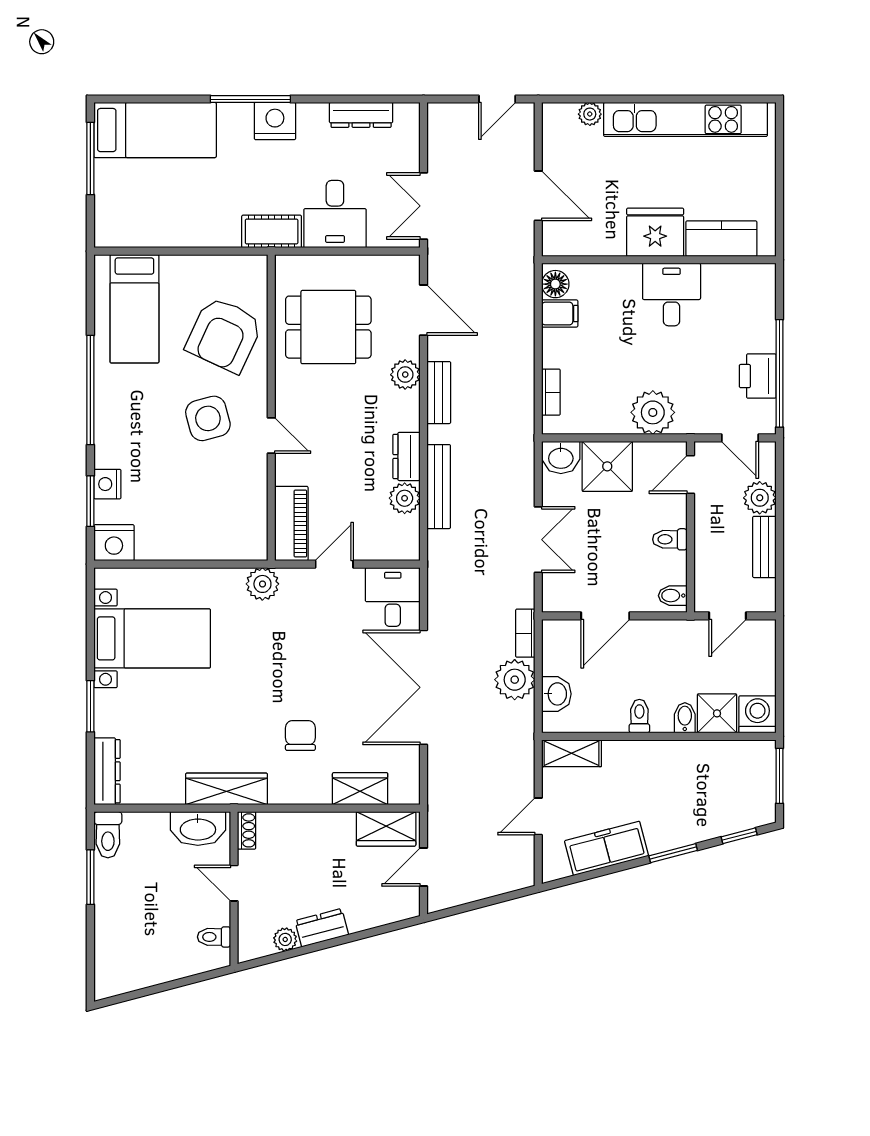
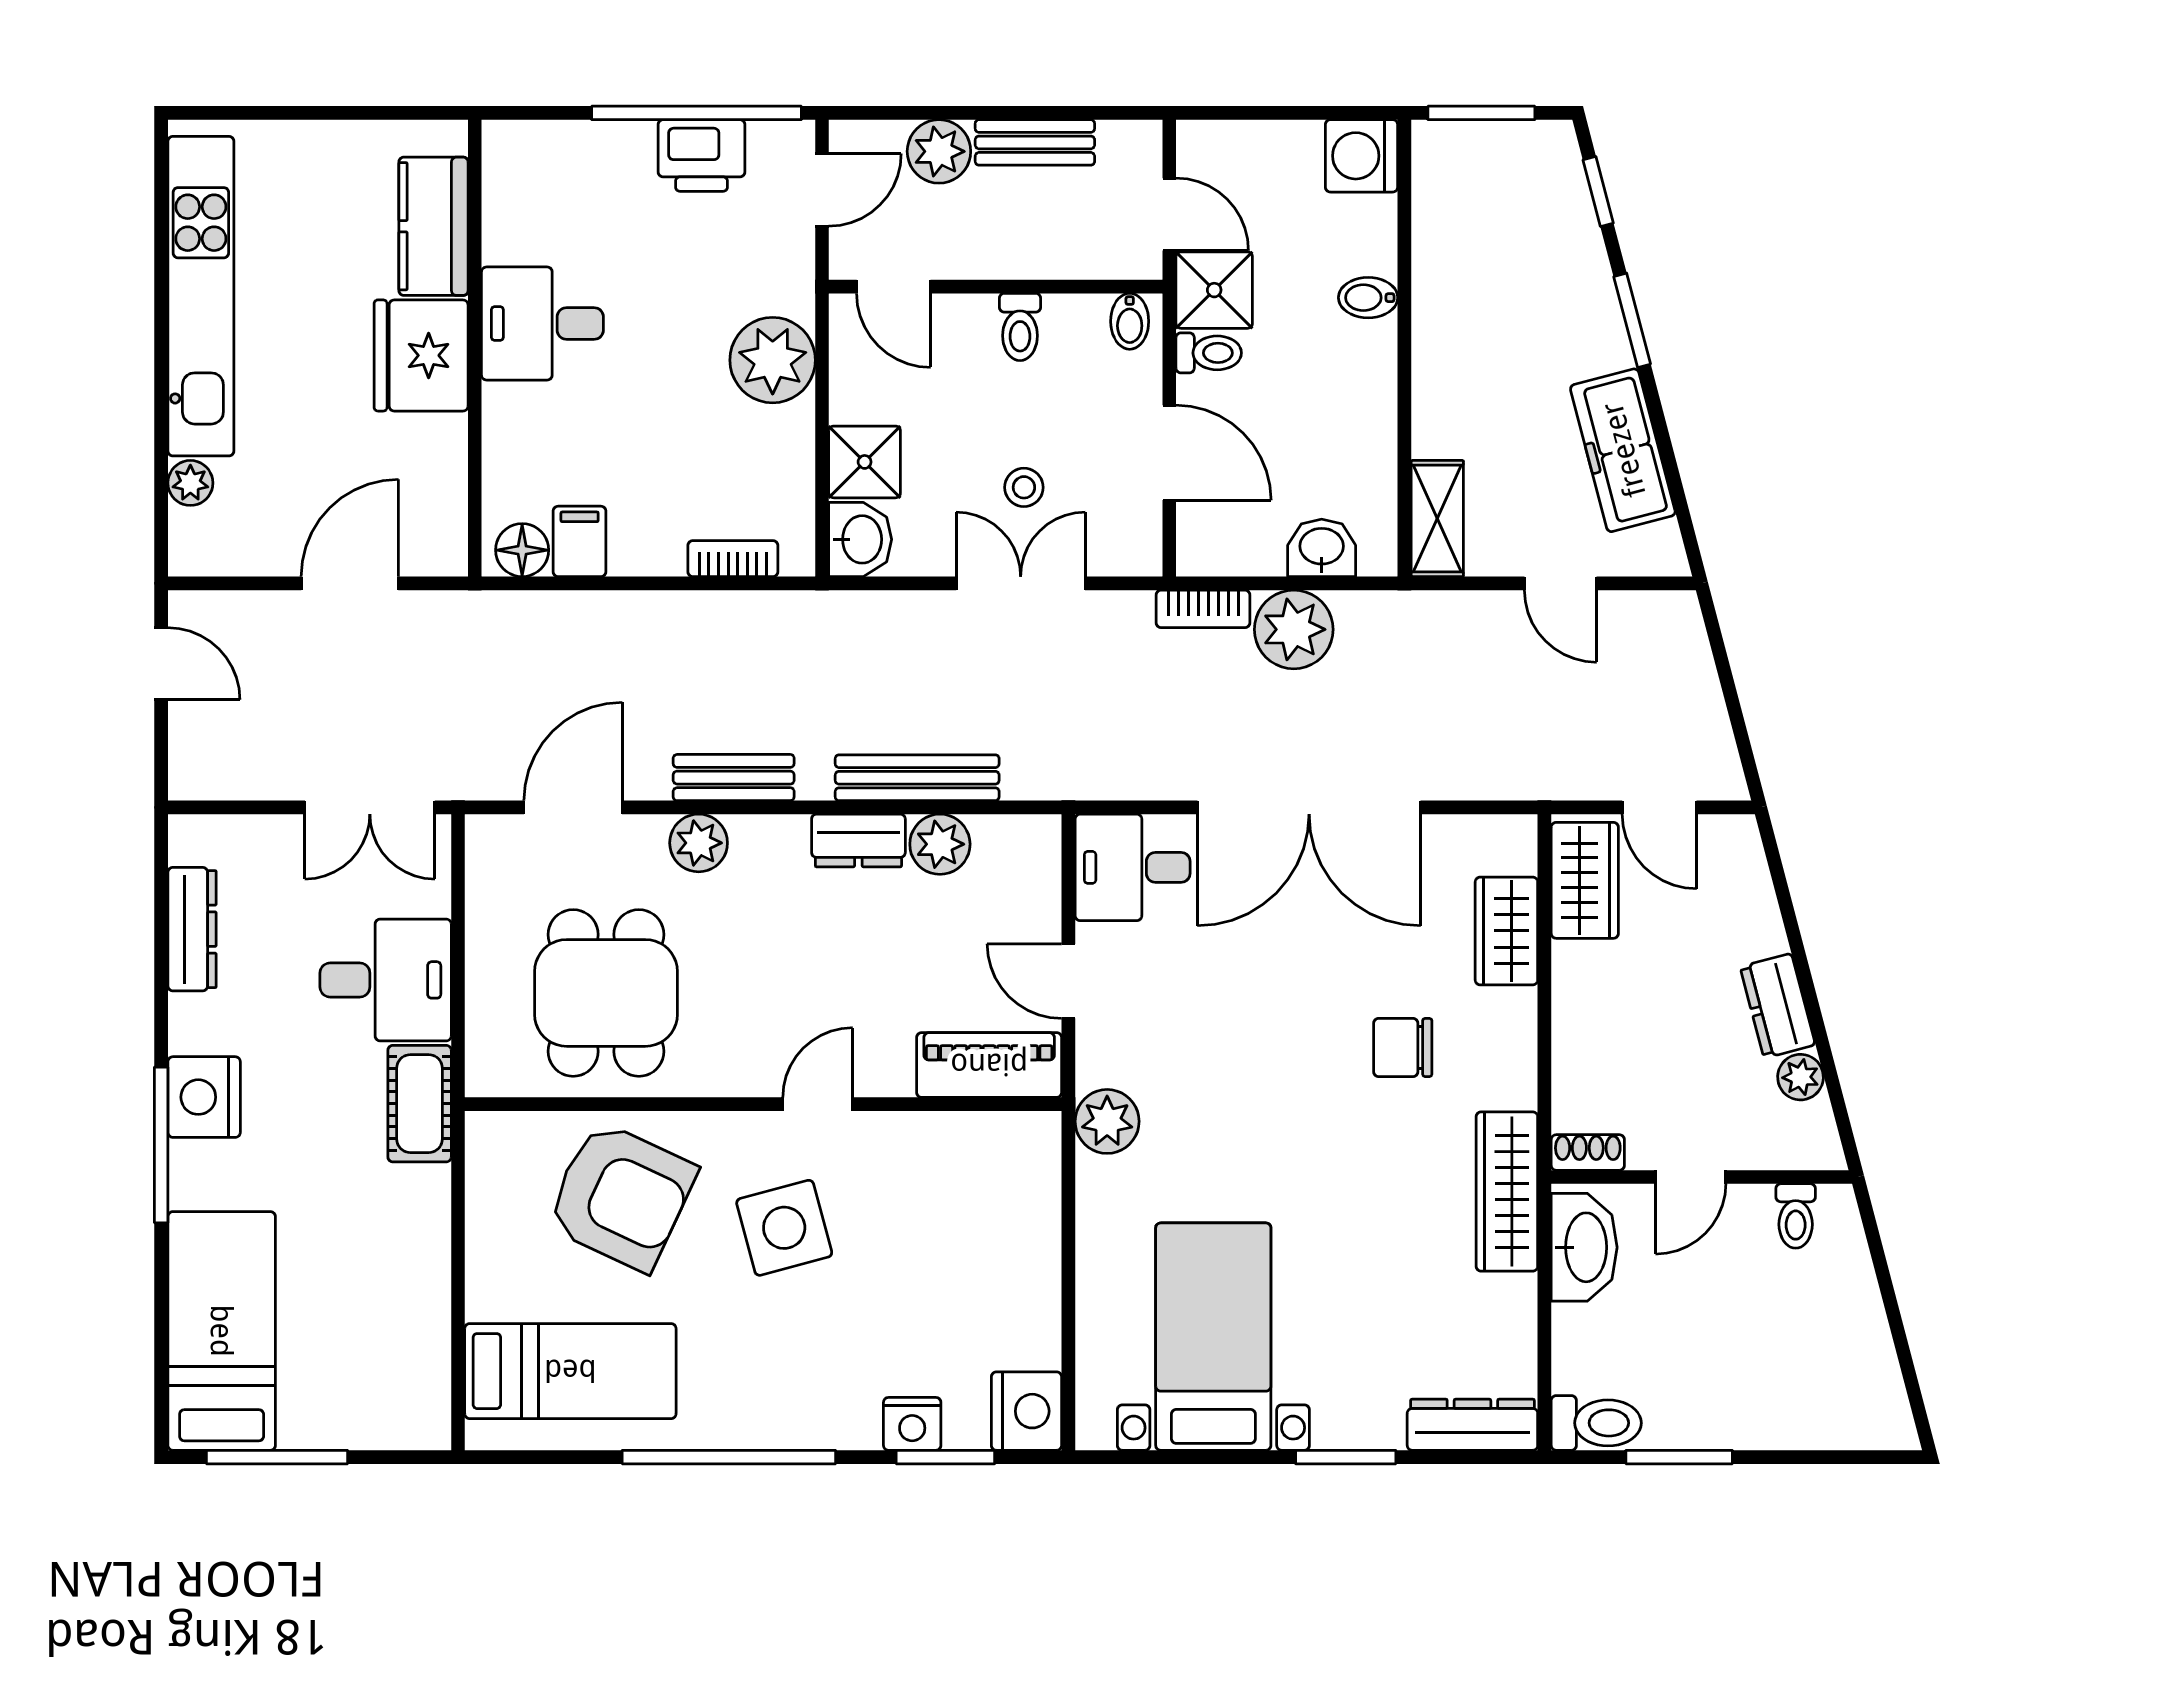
shower: (607, 466) -> (865, 462), width x0.73, depth x0.73
stool: (588, 541) -> (1024, 487), added
shower: (717, 713) -> (1214, 290), moved
toilet: (639, 716) -> (1209, 353), moved, turned 180

